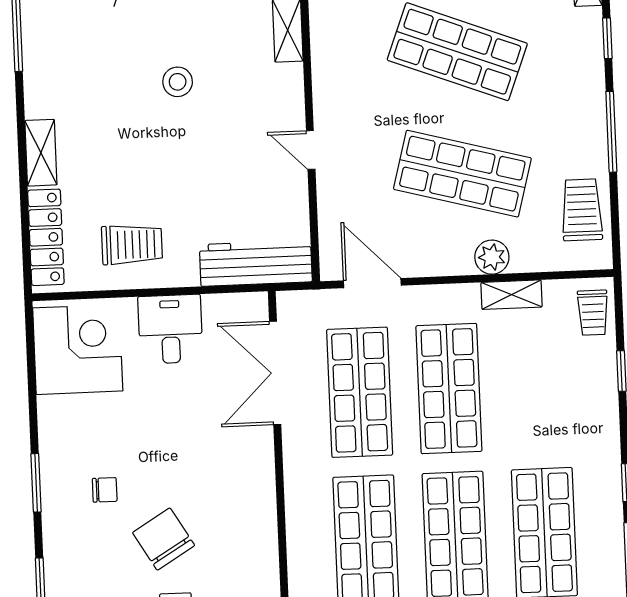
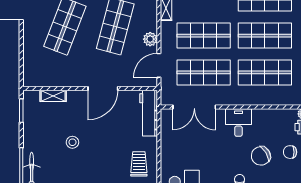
door: (311, 150) -> (103, 88), width x1.88
plant: (492, 257) -> (150, 39), moved
desk: (170, 329) -> (238, 123), moved, turned 90

